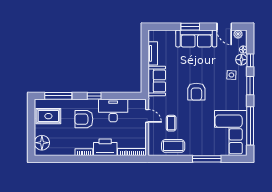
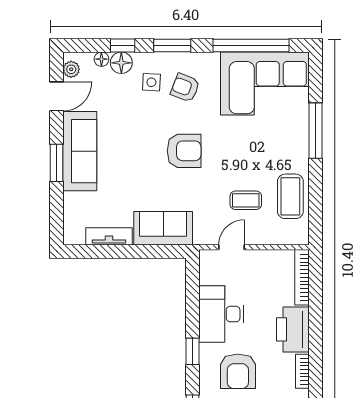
armchair: (229, 92) -> (185, 88), added

